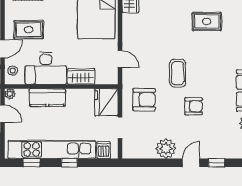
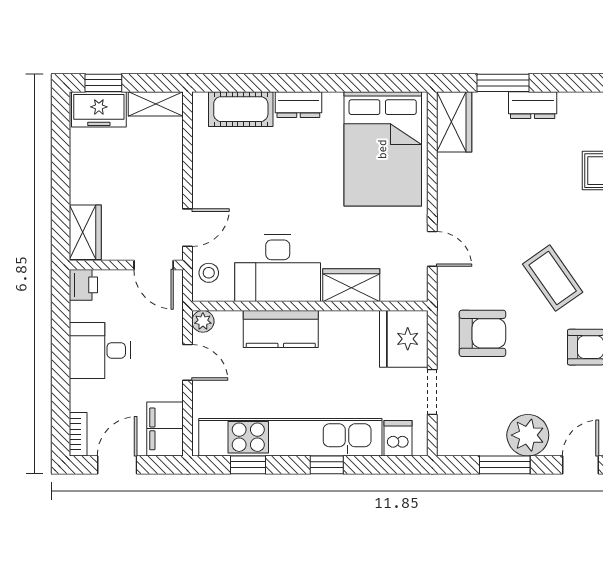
rug: (29, 30) -> (242, 188), removed
coffee table: (178, 73) -> (553, 278), turned -35
window: (155, 163) -> (505, 465), added

